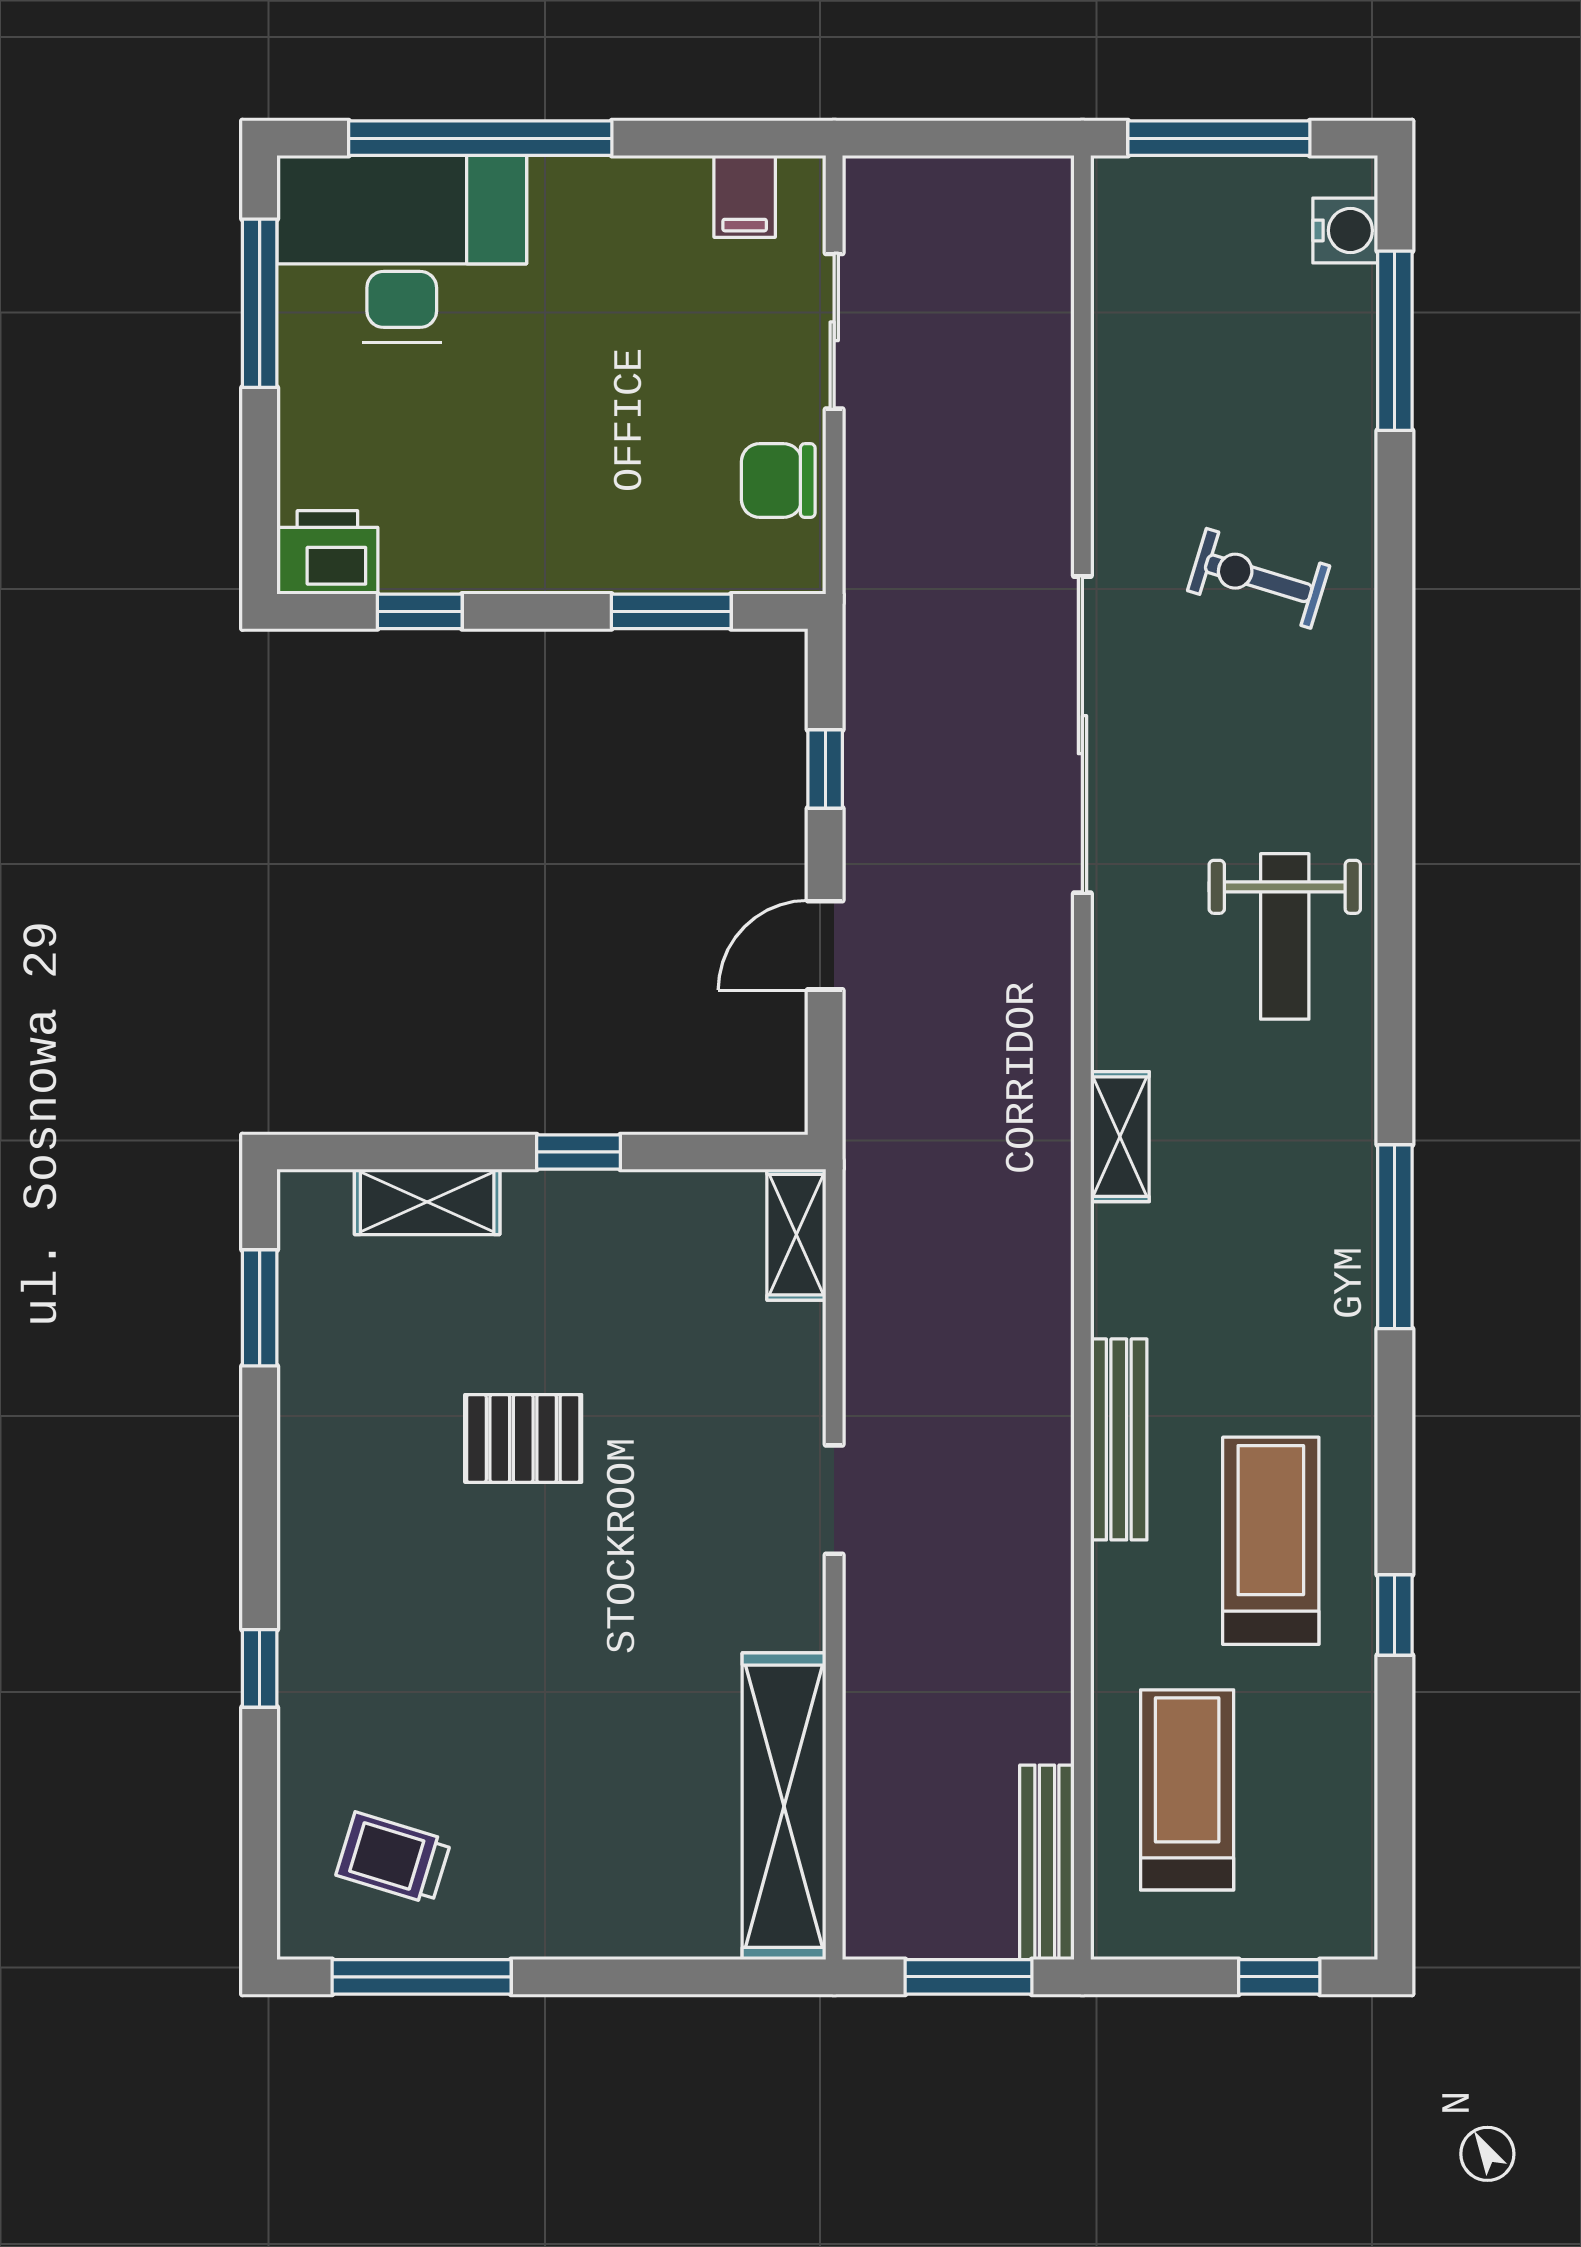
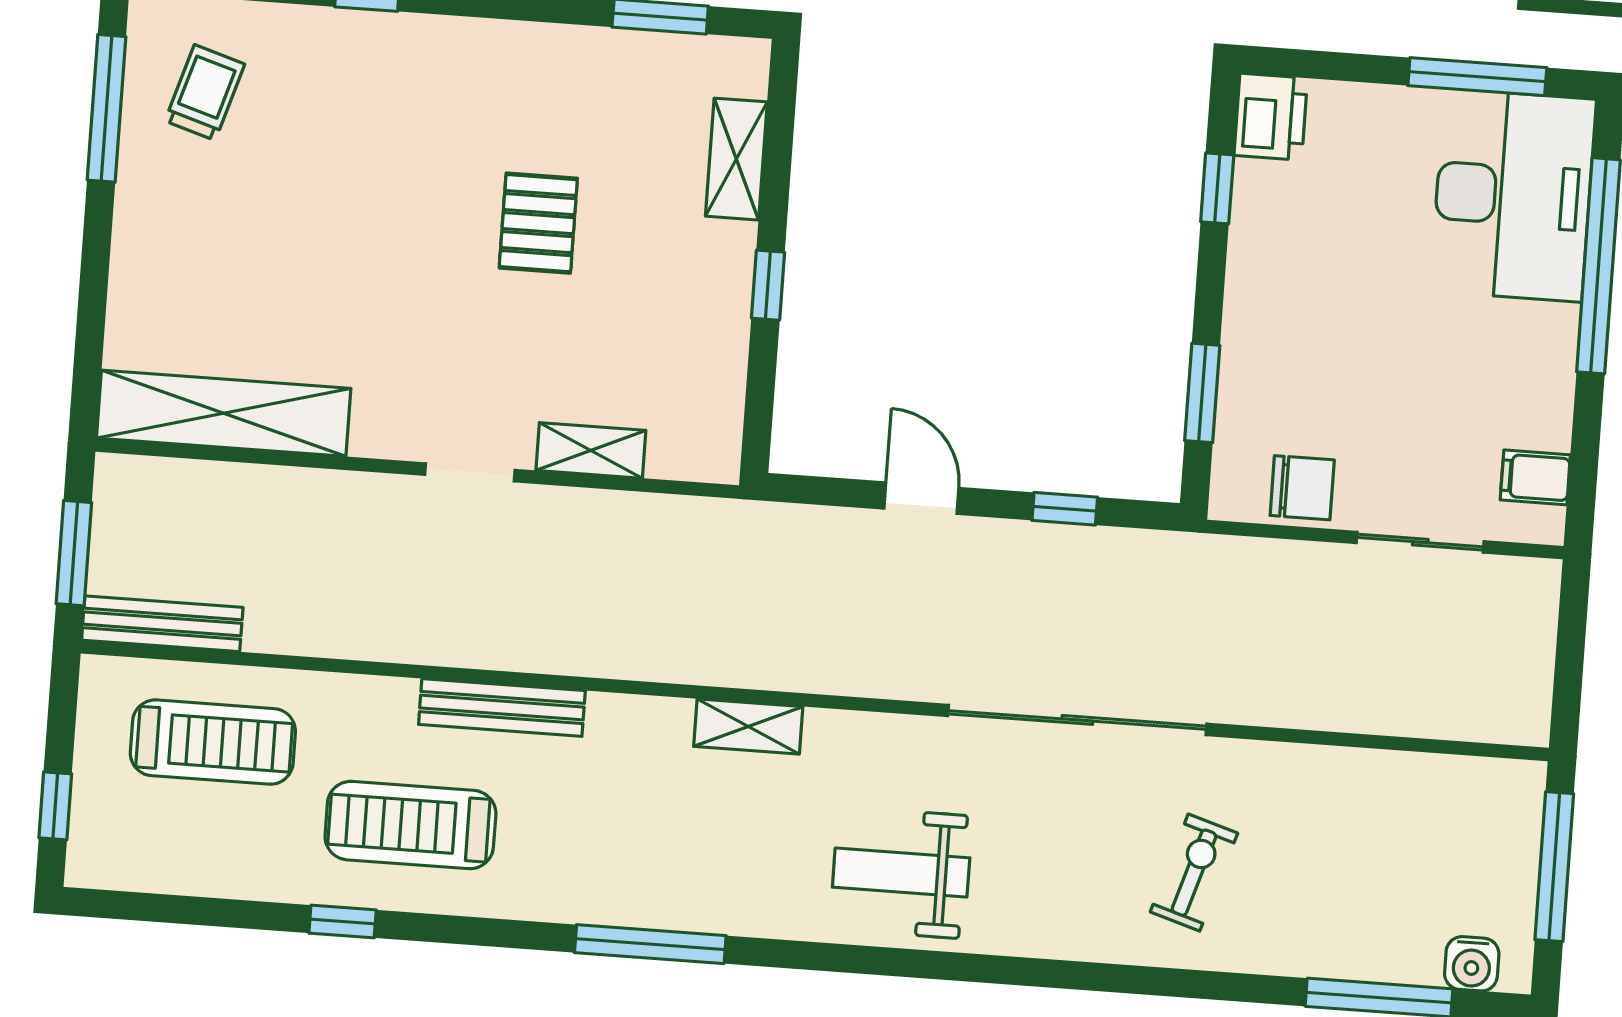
chair: (778, 481) -> (1302, 488), turned 90
shelving: (796, 1235) -> (591, 450), moved
treadmill: (1271, 1541) -> (410, 825), turned 180

